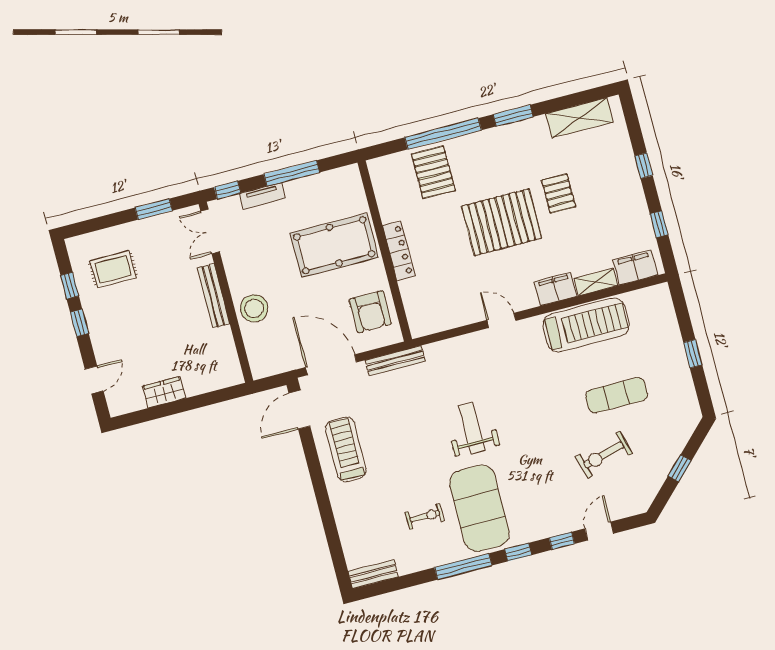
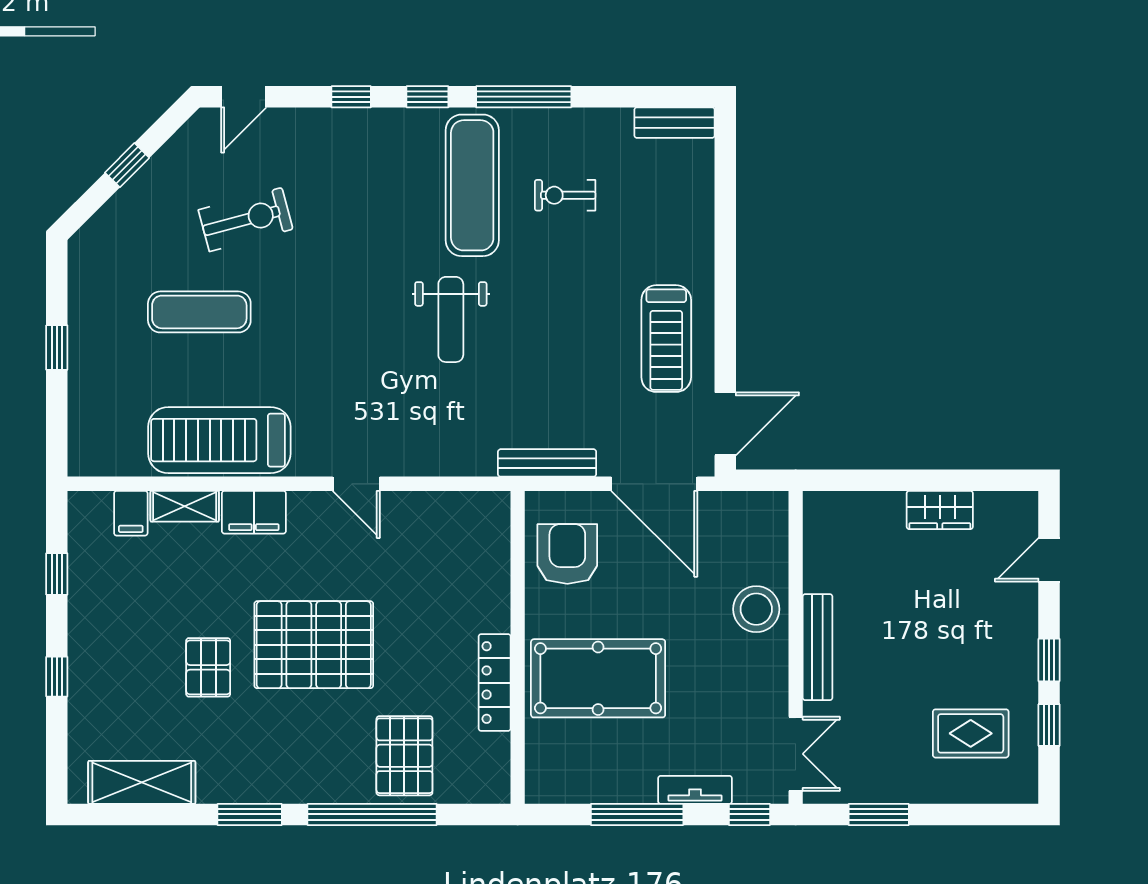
locker: (399, 251) -> (495, 683), moved
filing cabinet: (635, 268) -> (131, 513), width x0.50
exercise mat: (479, 508) -> (472, 185), width x0.68
door: (599, 531) -> (244, 97), moved

